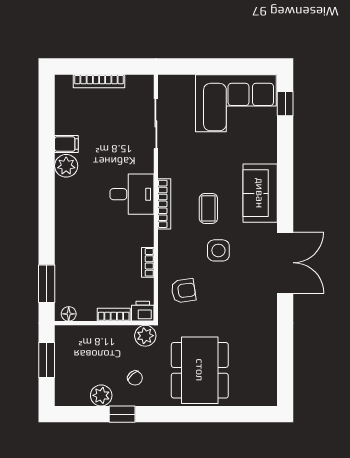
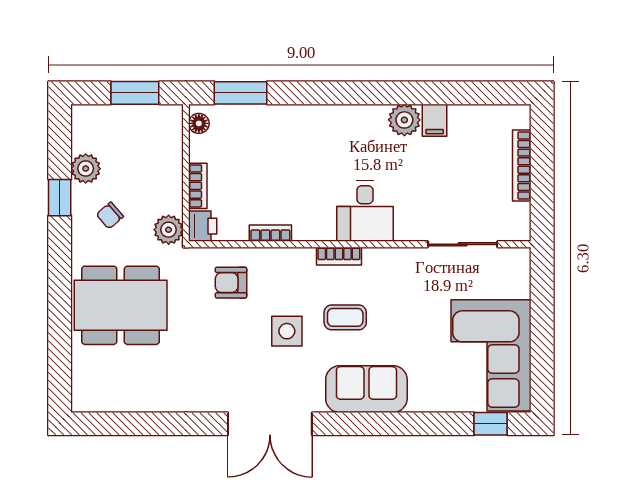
bookcase: (164, 204) -> (339, 256), width x0.64
armchair: (183, 291) -> (231, 283), turned 98

